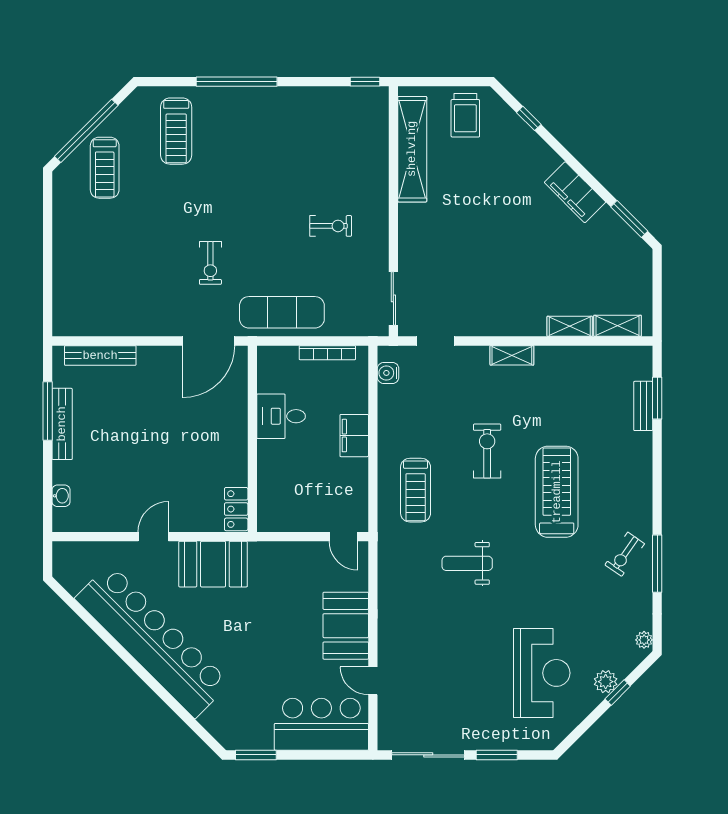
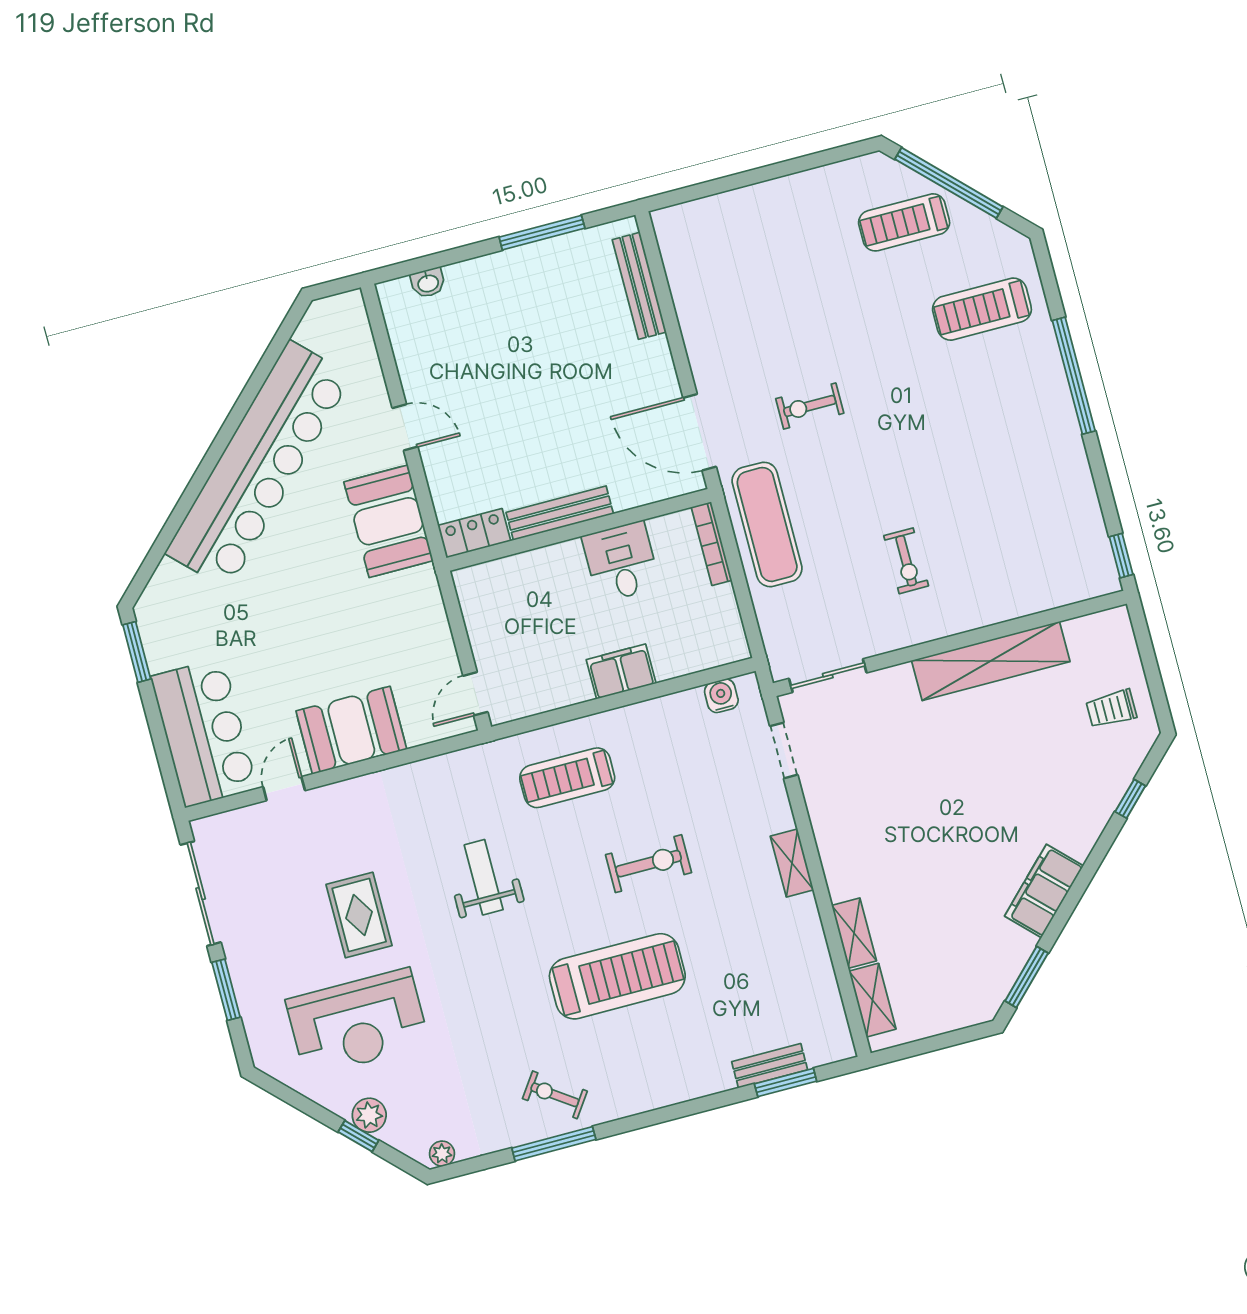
trolley: (465, 115) -> (1111, 709), width x0.73, depth x0.72
shelving: (412, 149) -> (991, 661), moved
bookcase: (327, 353) -> (712, 544), moved
bench: (62, 424) -> (560, 513), moved
rug: (470, 653) -> (359, 915), added

